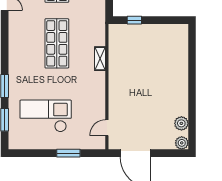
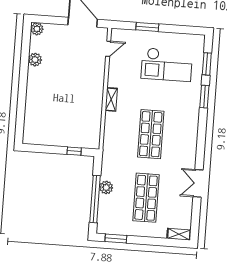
shelving: (100, 59) -> (111, 99), moved
plant: (181, 123) -> (35, 60), moved

